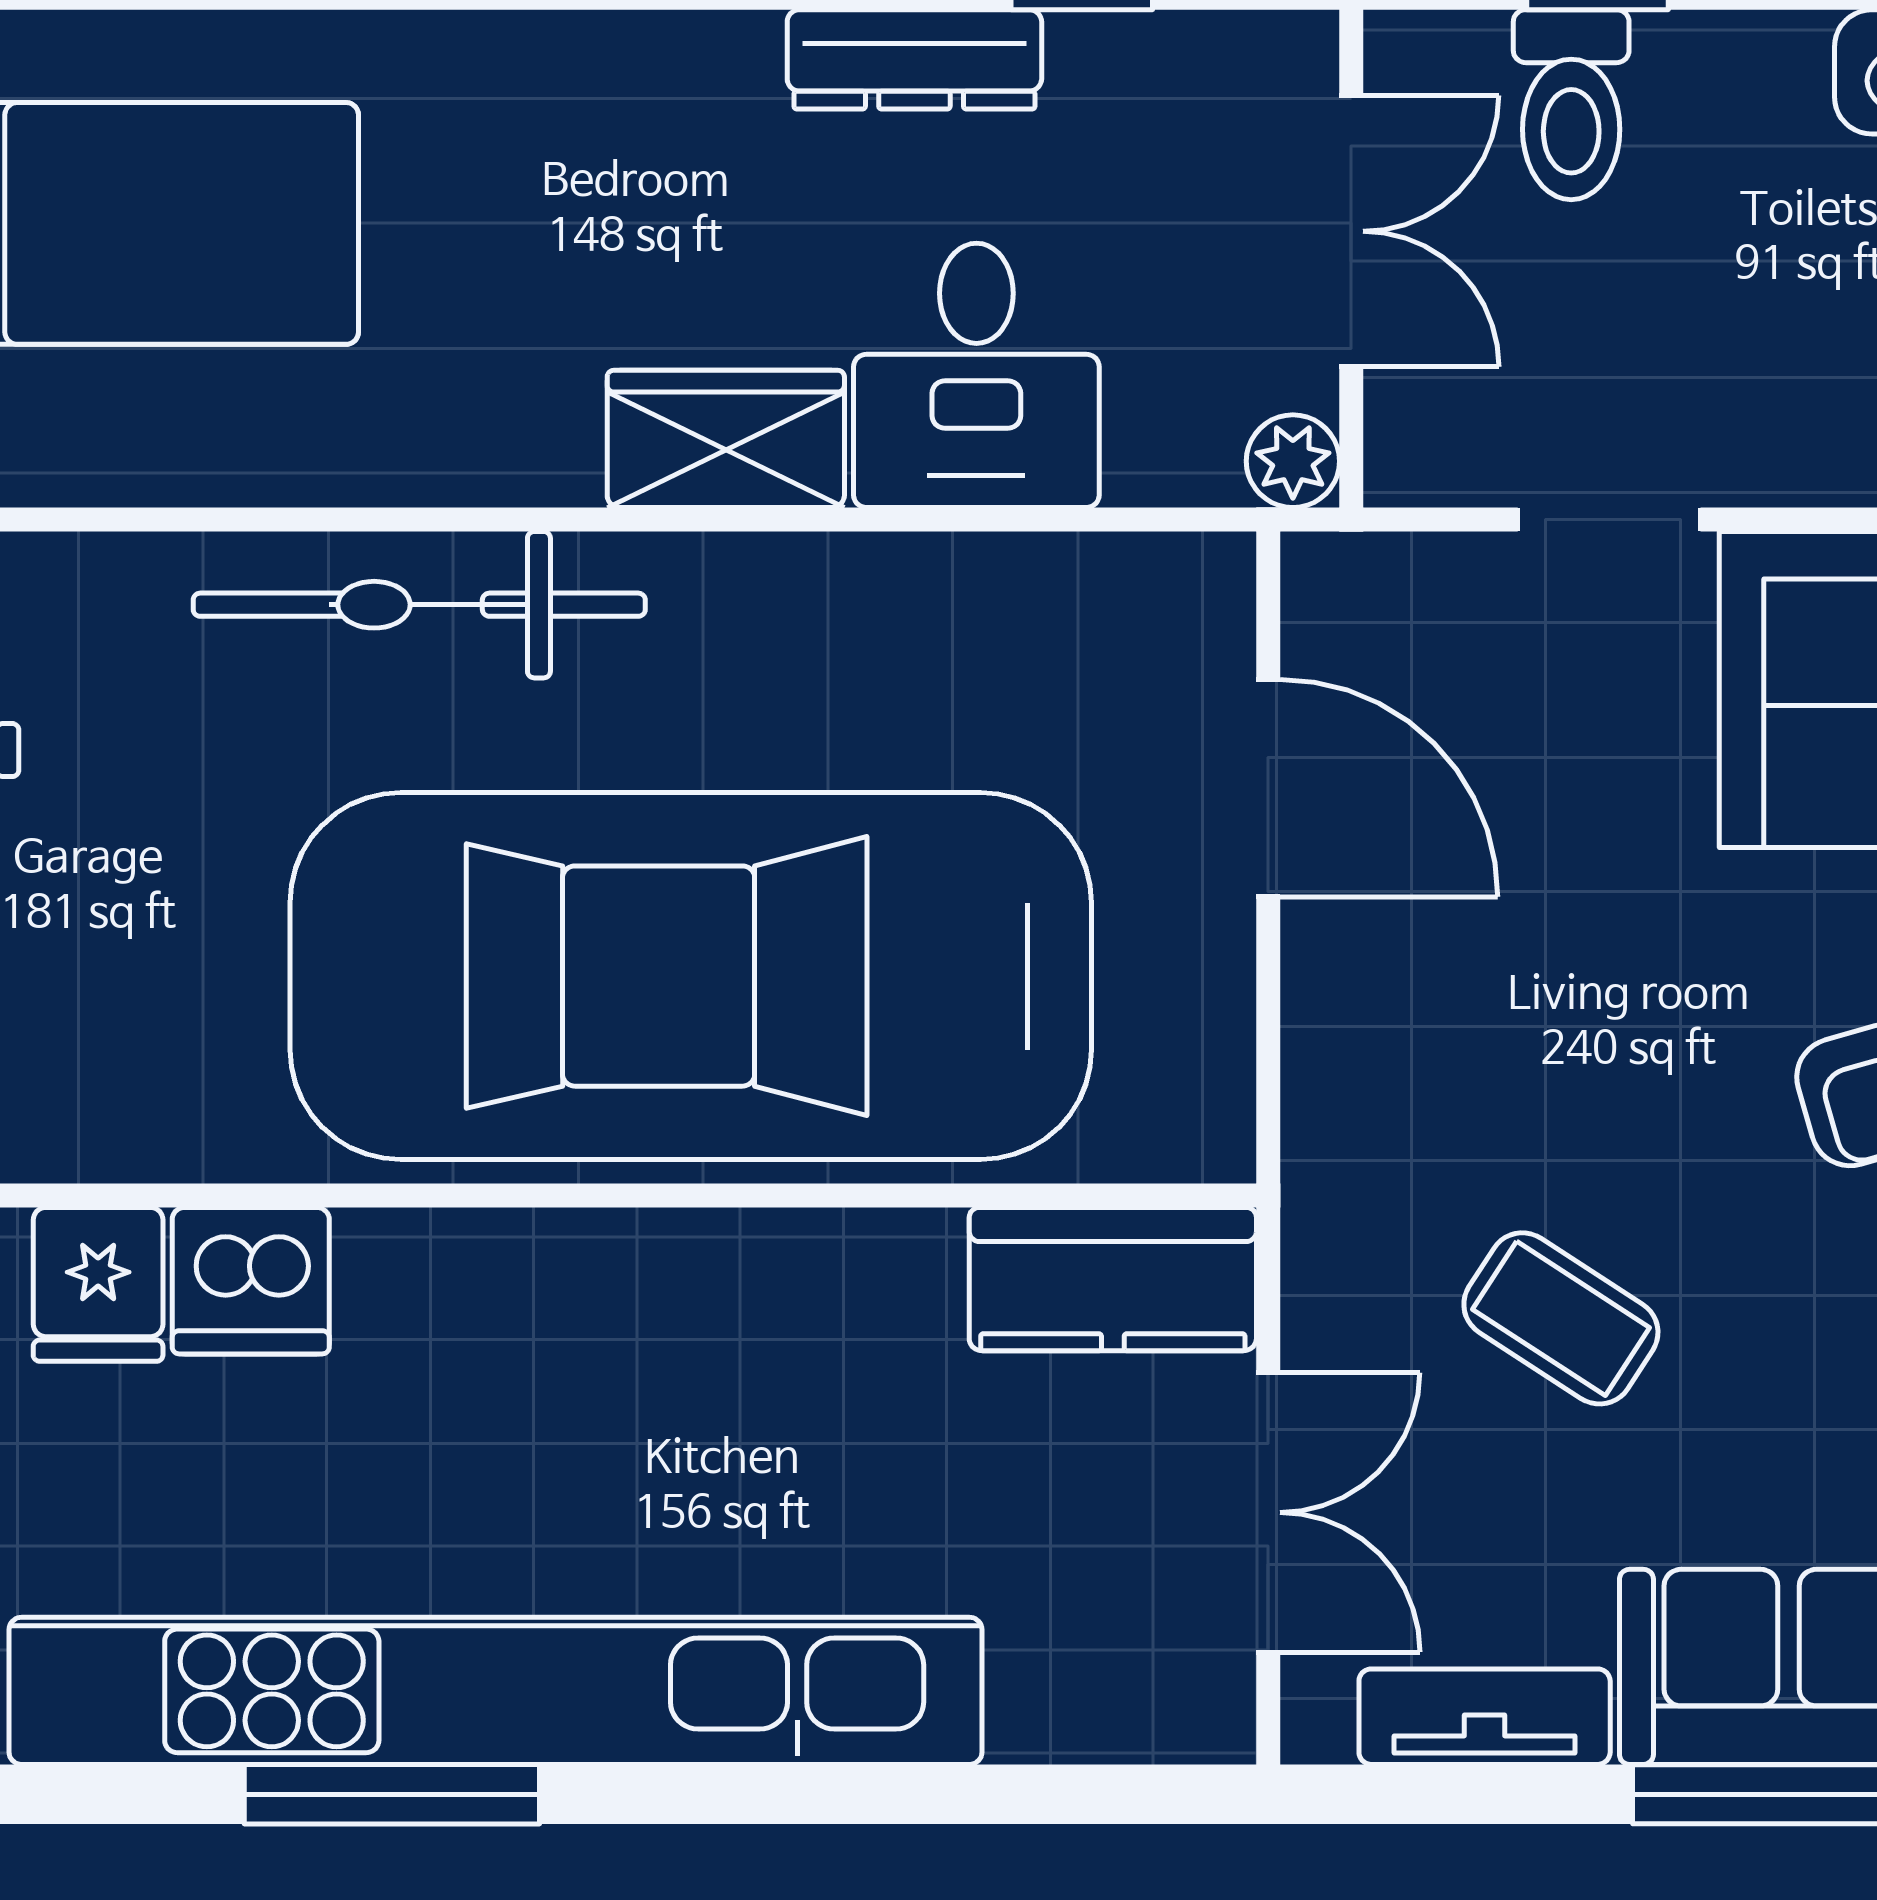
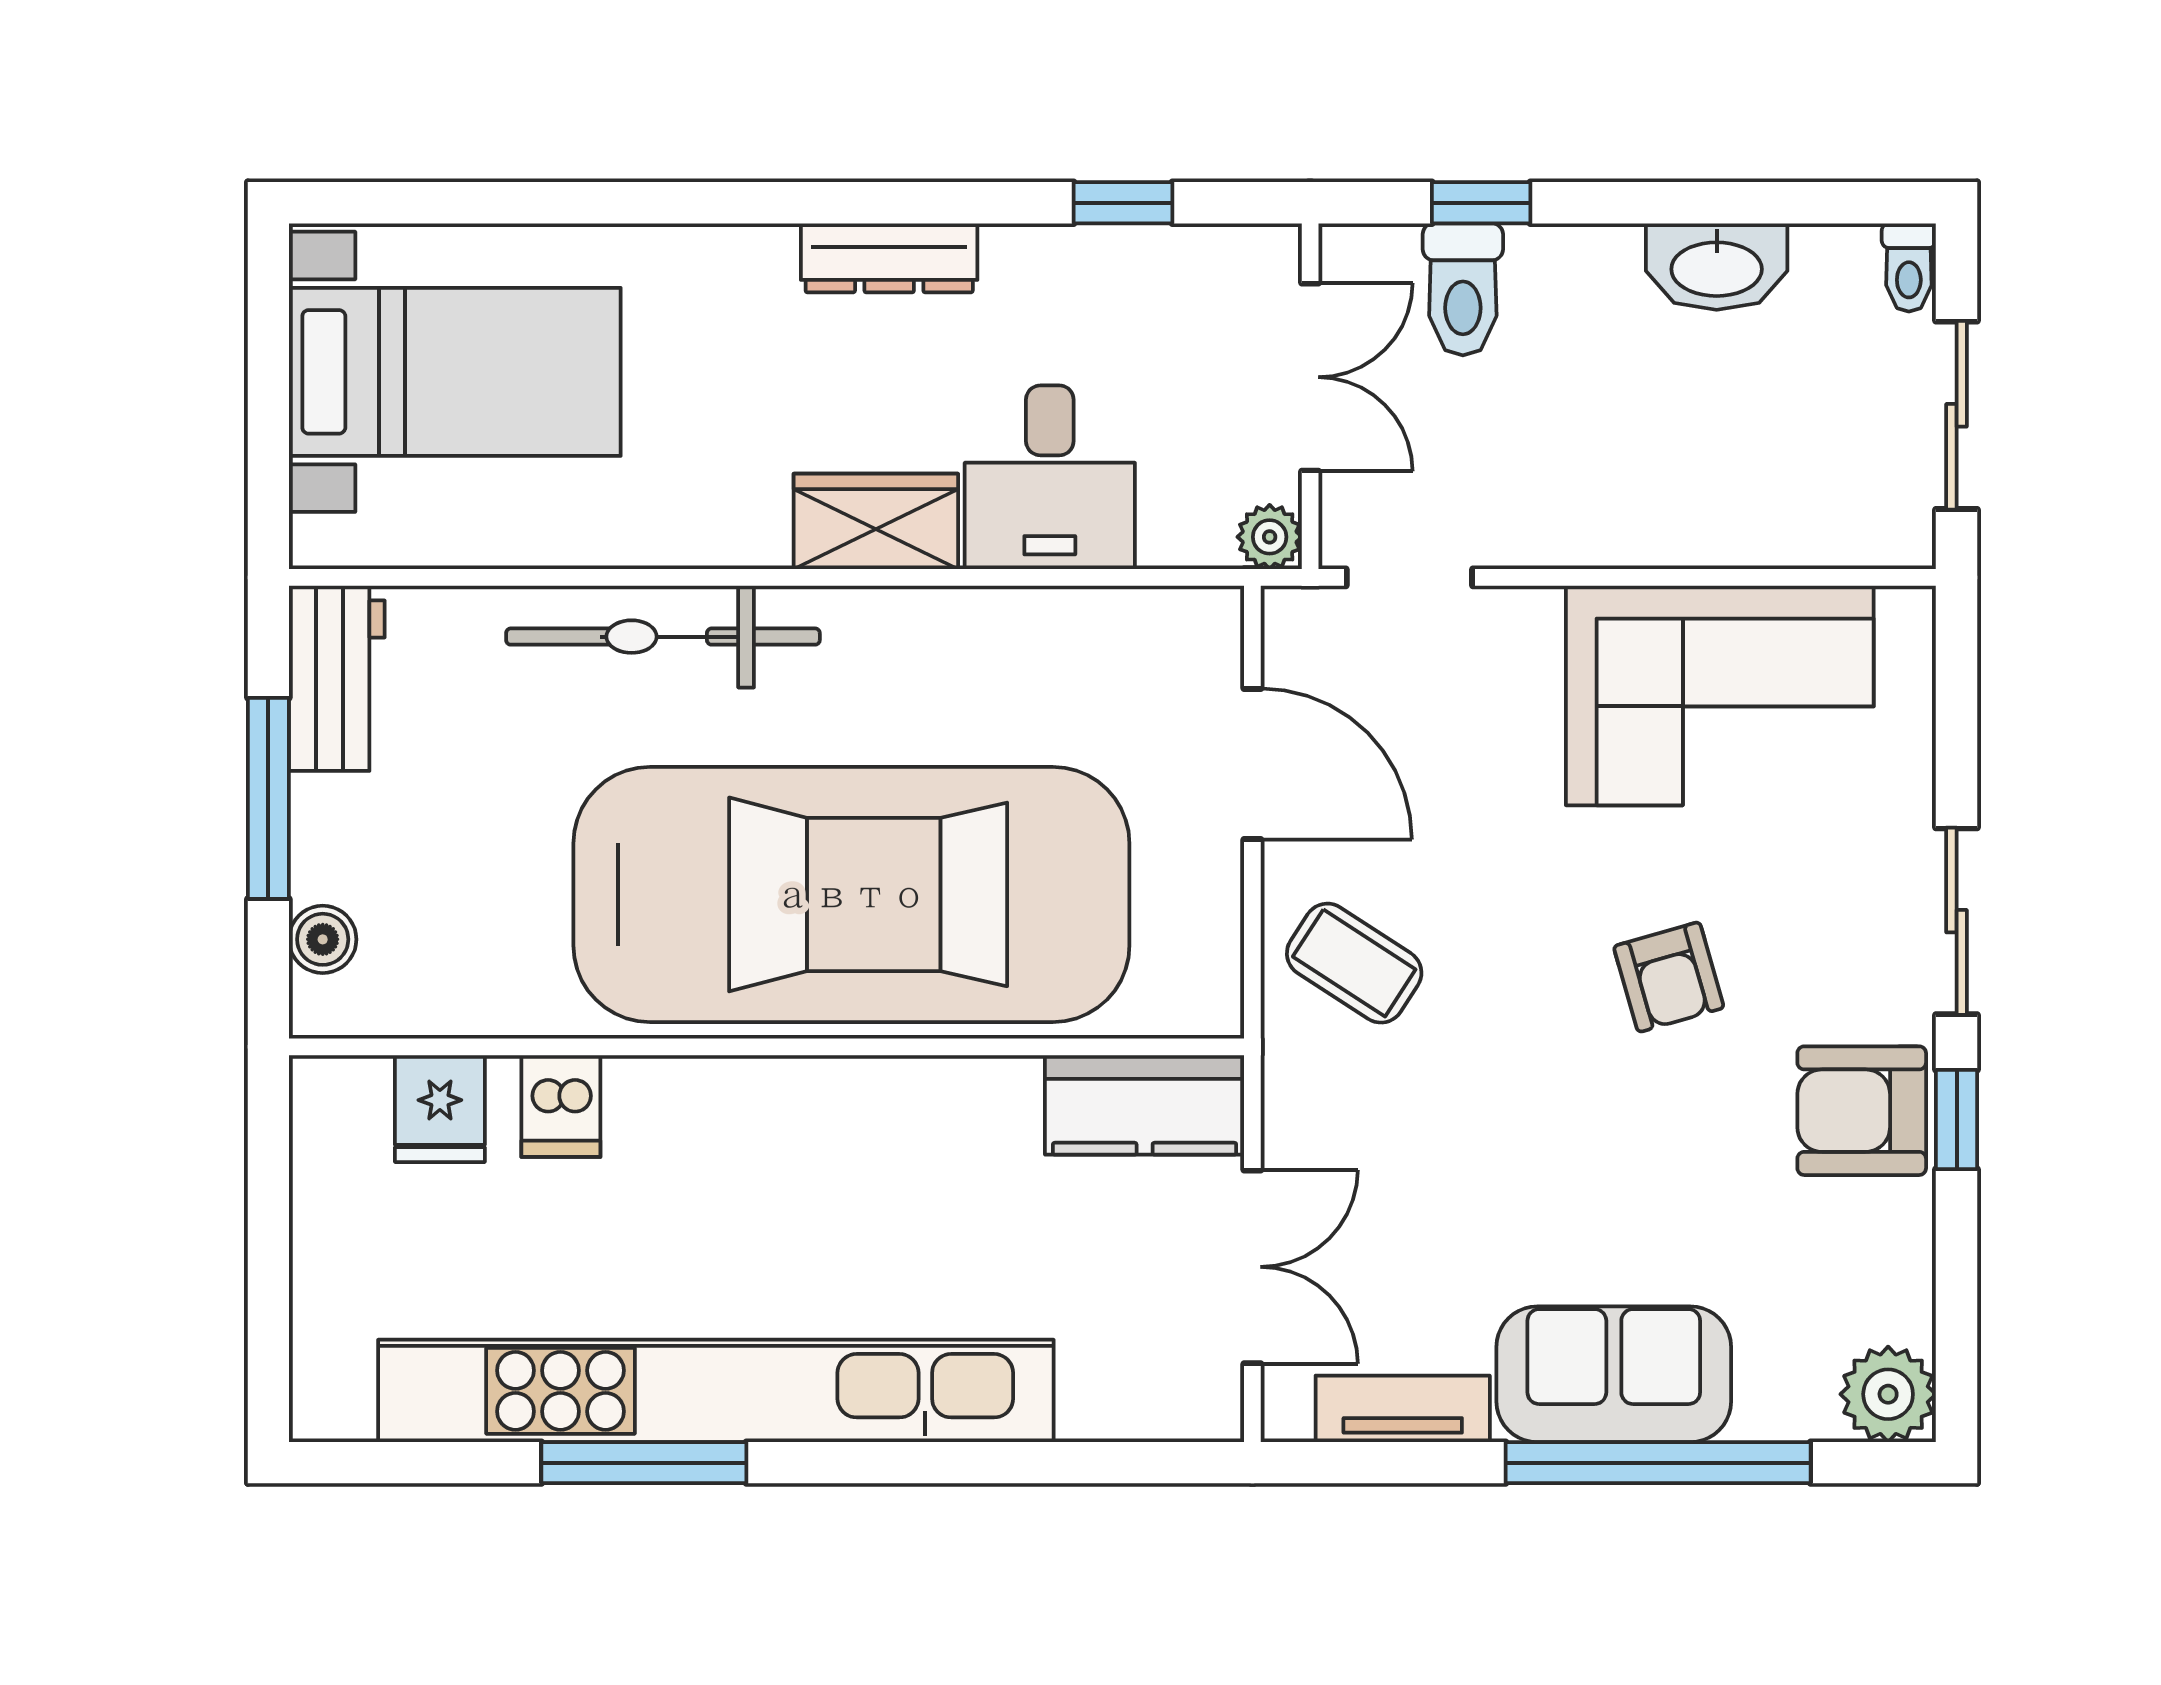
dresser: (914, 59) -> (889, 258), moved
doorway: (1609, 519) -> (1409, 577), moved
car: (691, 976) -> (851, 894), turned 180
dishwasher: (251, 1281) -> (561, 1106), width x0.73
coffee table: (1561, 1318) -> (1354, 963), moved

